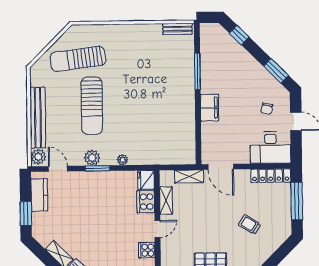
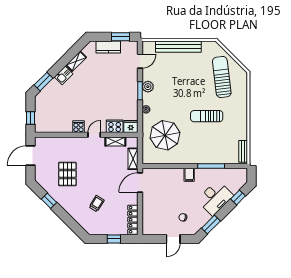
sun lounger: (92, 106) -> (207, 116), moved, width x0.73, depth x0.75
filing cabinet: (210, 108) -> (189, 175), width x0.50
parasol: (157, 134) -> (165, 135), added
desk: (270, 148) -> (215, 198), moved, turned -135
plant: (38, 157) -> (149, 47), removed
kitchen counter: (39, 195) -> (108, 47), moved
window: (297, 201) -> (114, 239), width x0.46
window: (26, 213) -> (120, 37), moved
door: (157, 229) -> (94, 135), swing flipped

